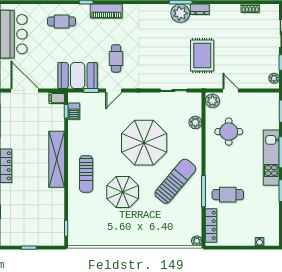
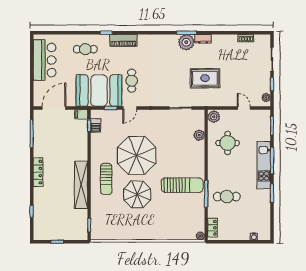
rug: (202, 55) -> (205, 78), turned 90
booth: (78, 76) -> (99, 90), width x1.36, depth x1.42
door: (25, 91) -> (54, 108), hinge flipped
door: (231, 91) -> (244, 108), moved
parasol: (144, 143) -> (137, 155), moved
shelving: (57, 159) -> (81, 185), moved
sun lounger: (175, 181) -> (182, 185), turned 50
locker: (211, 225) -> (213, 228), width x0.66

